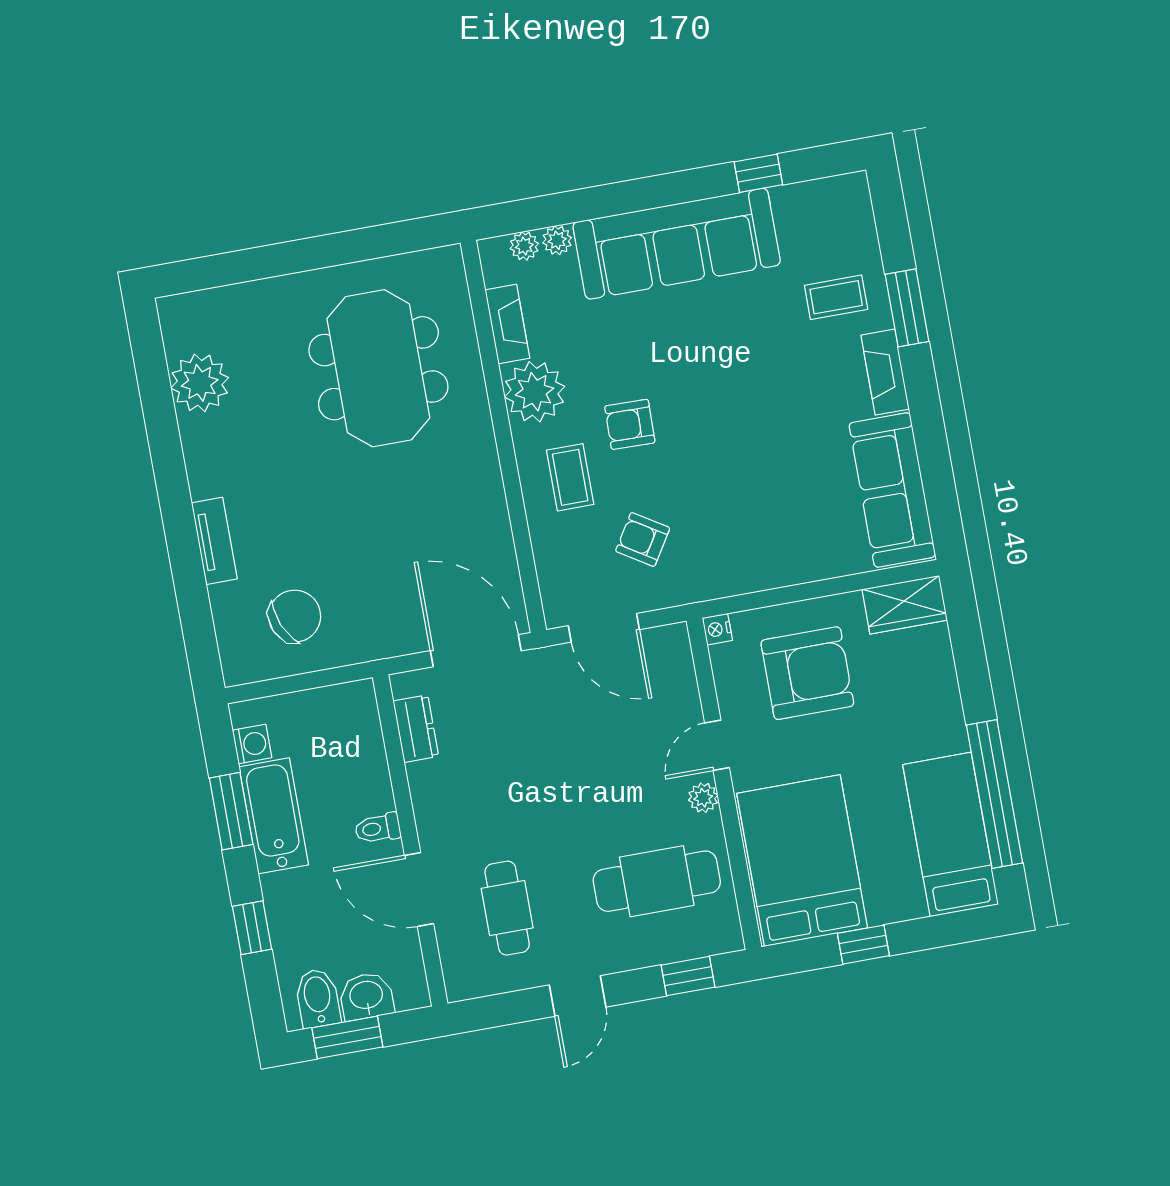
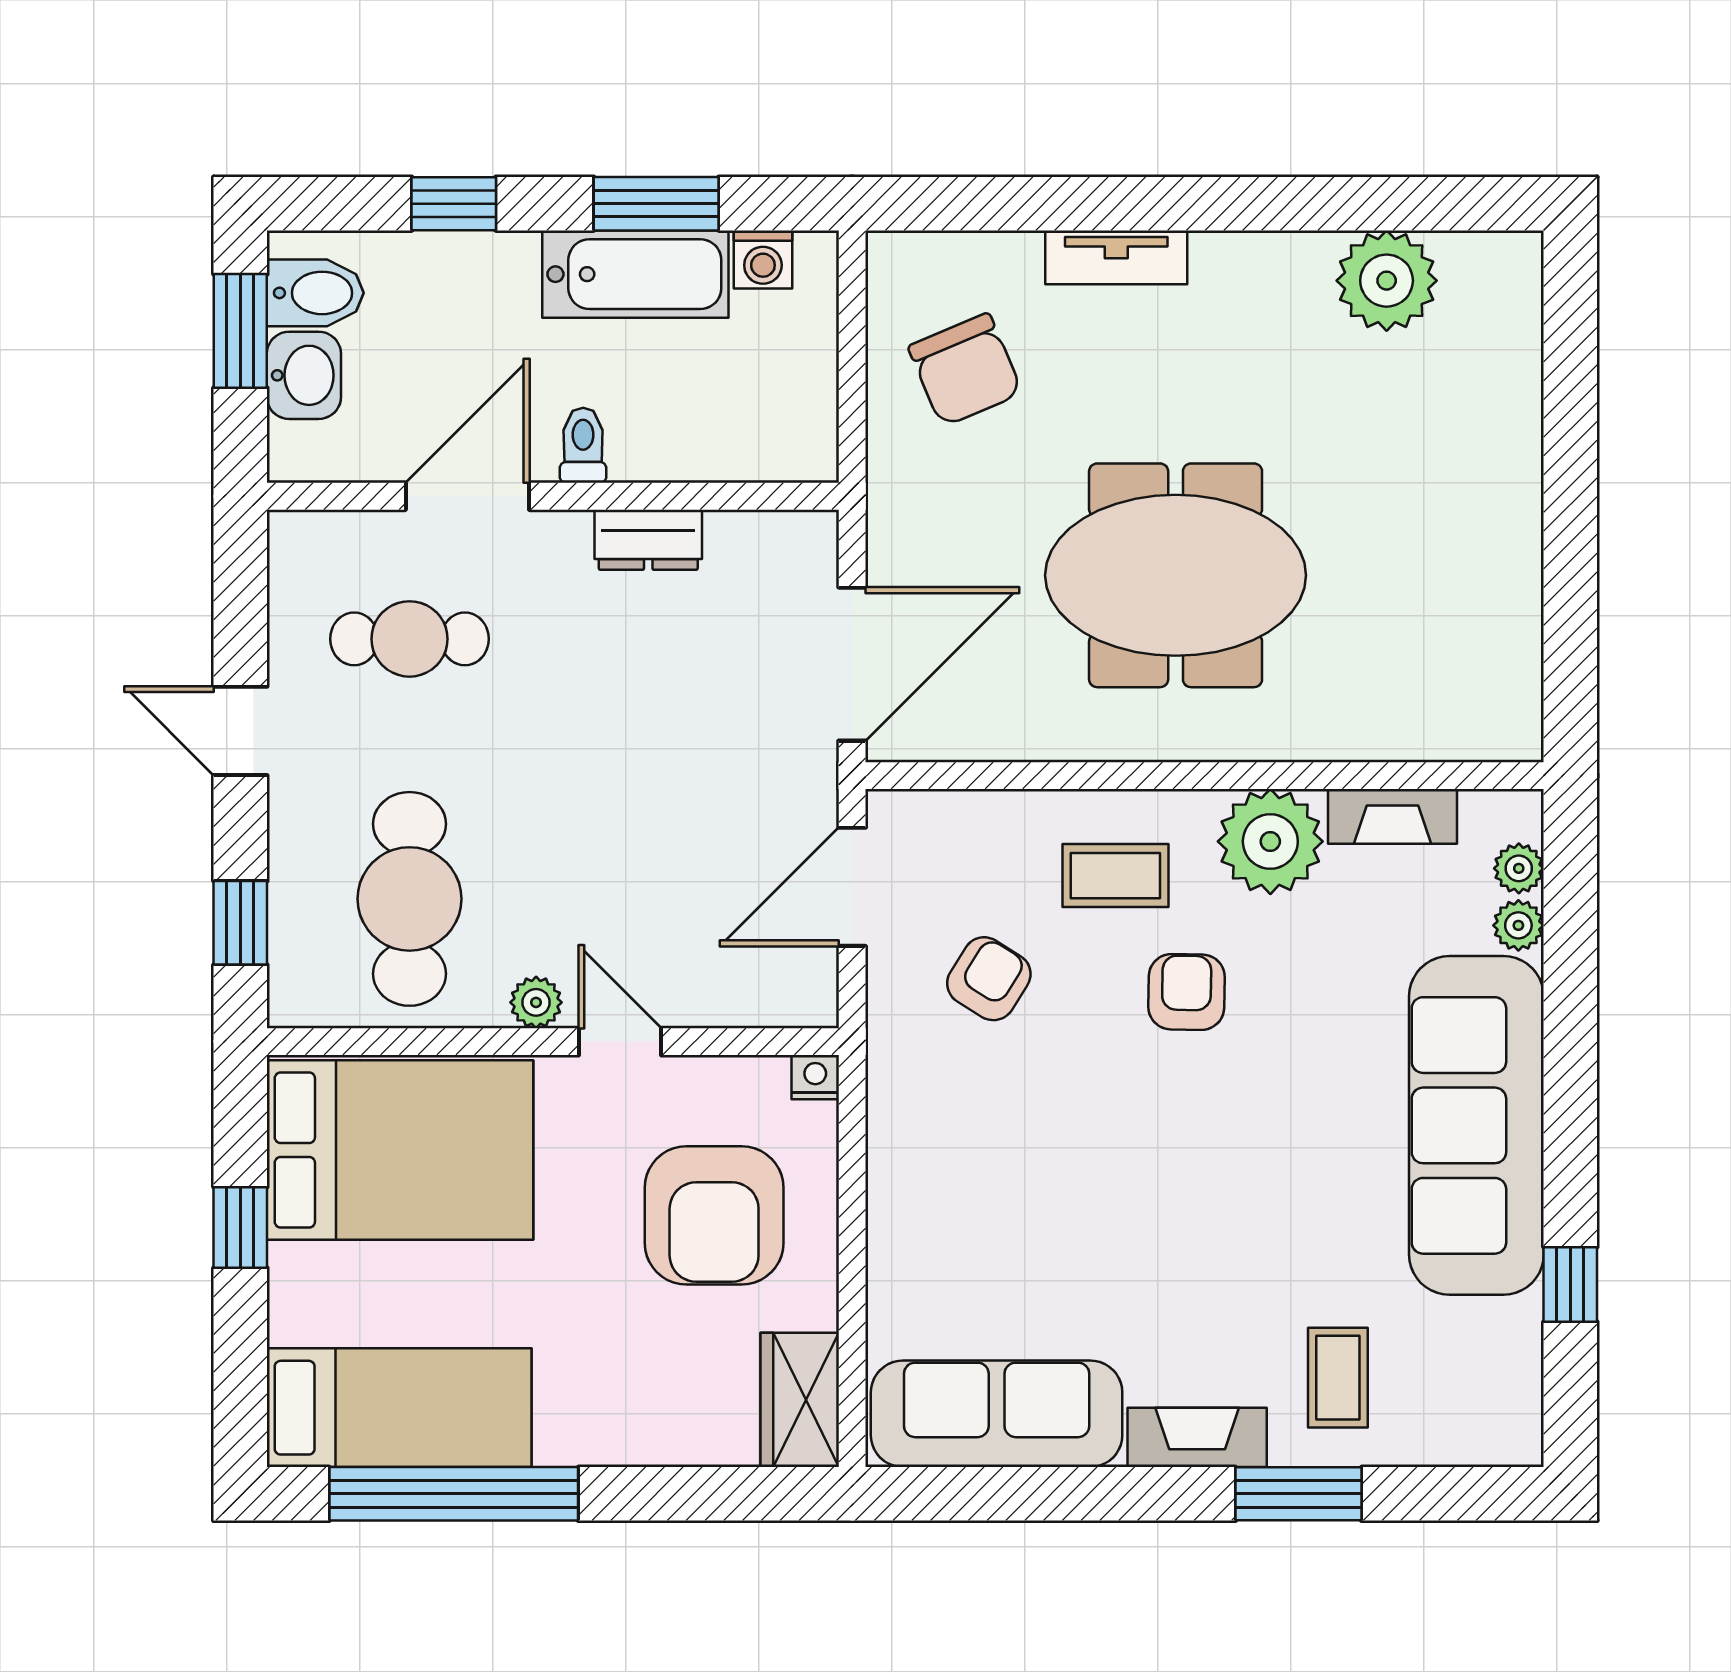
meeting table: (378, 368) -> (1176, 575), moved
dresser: (416, 729) -> (648, 540), moved

